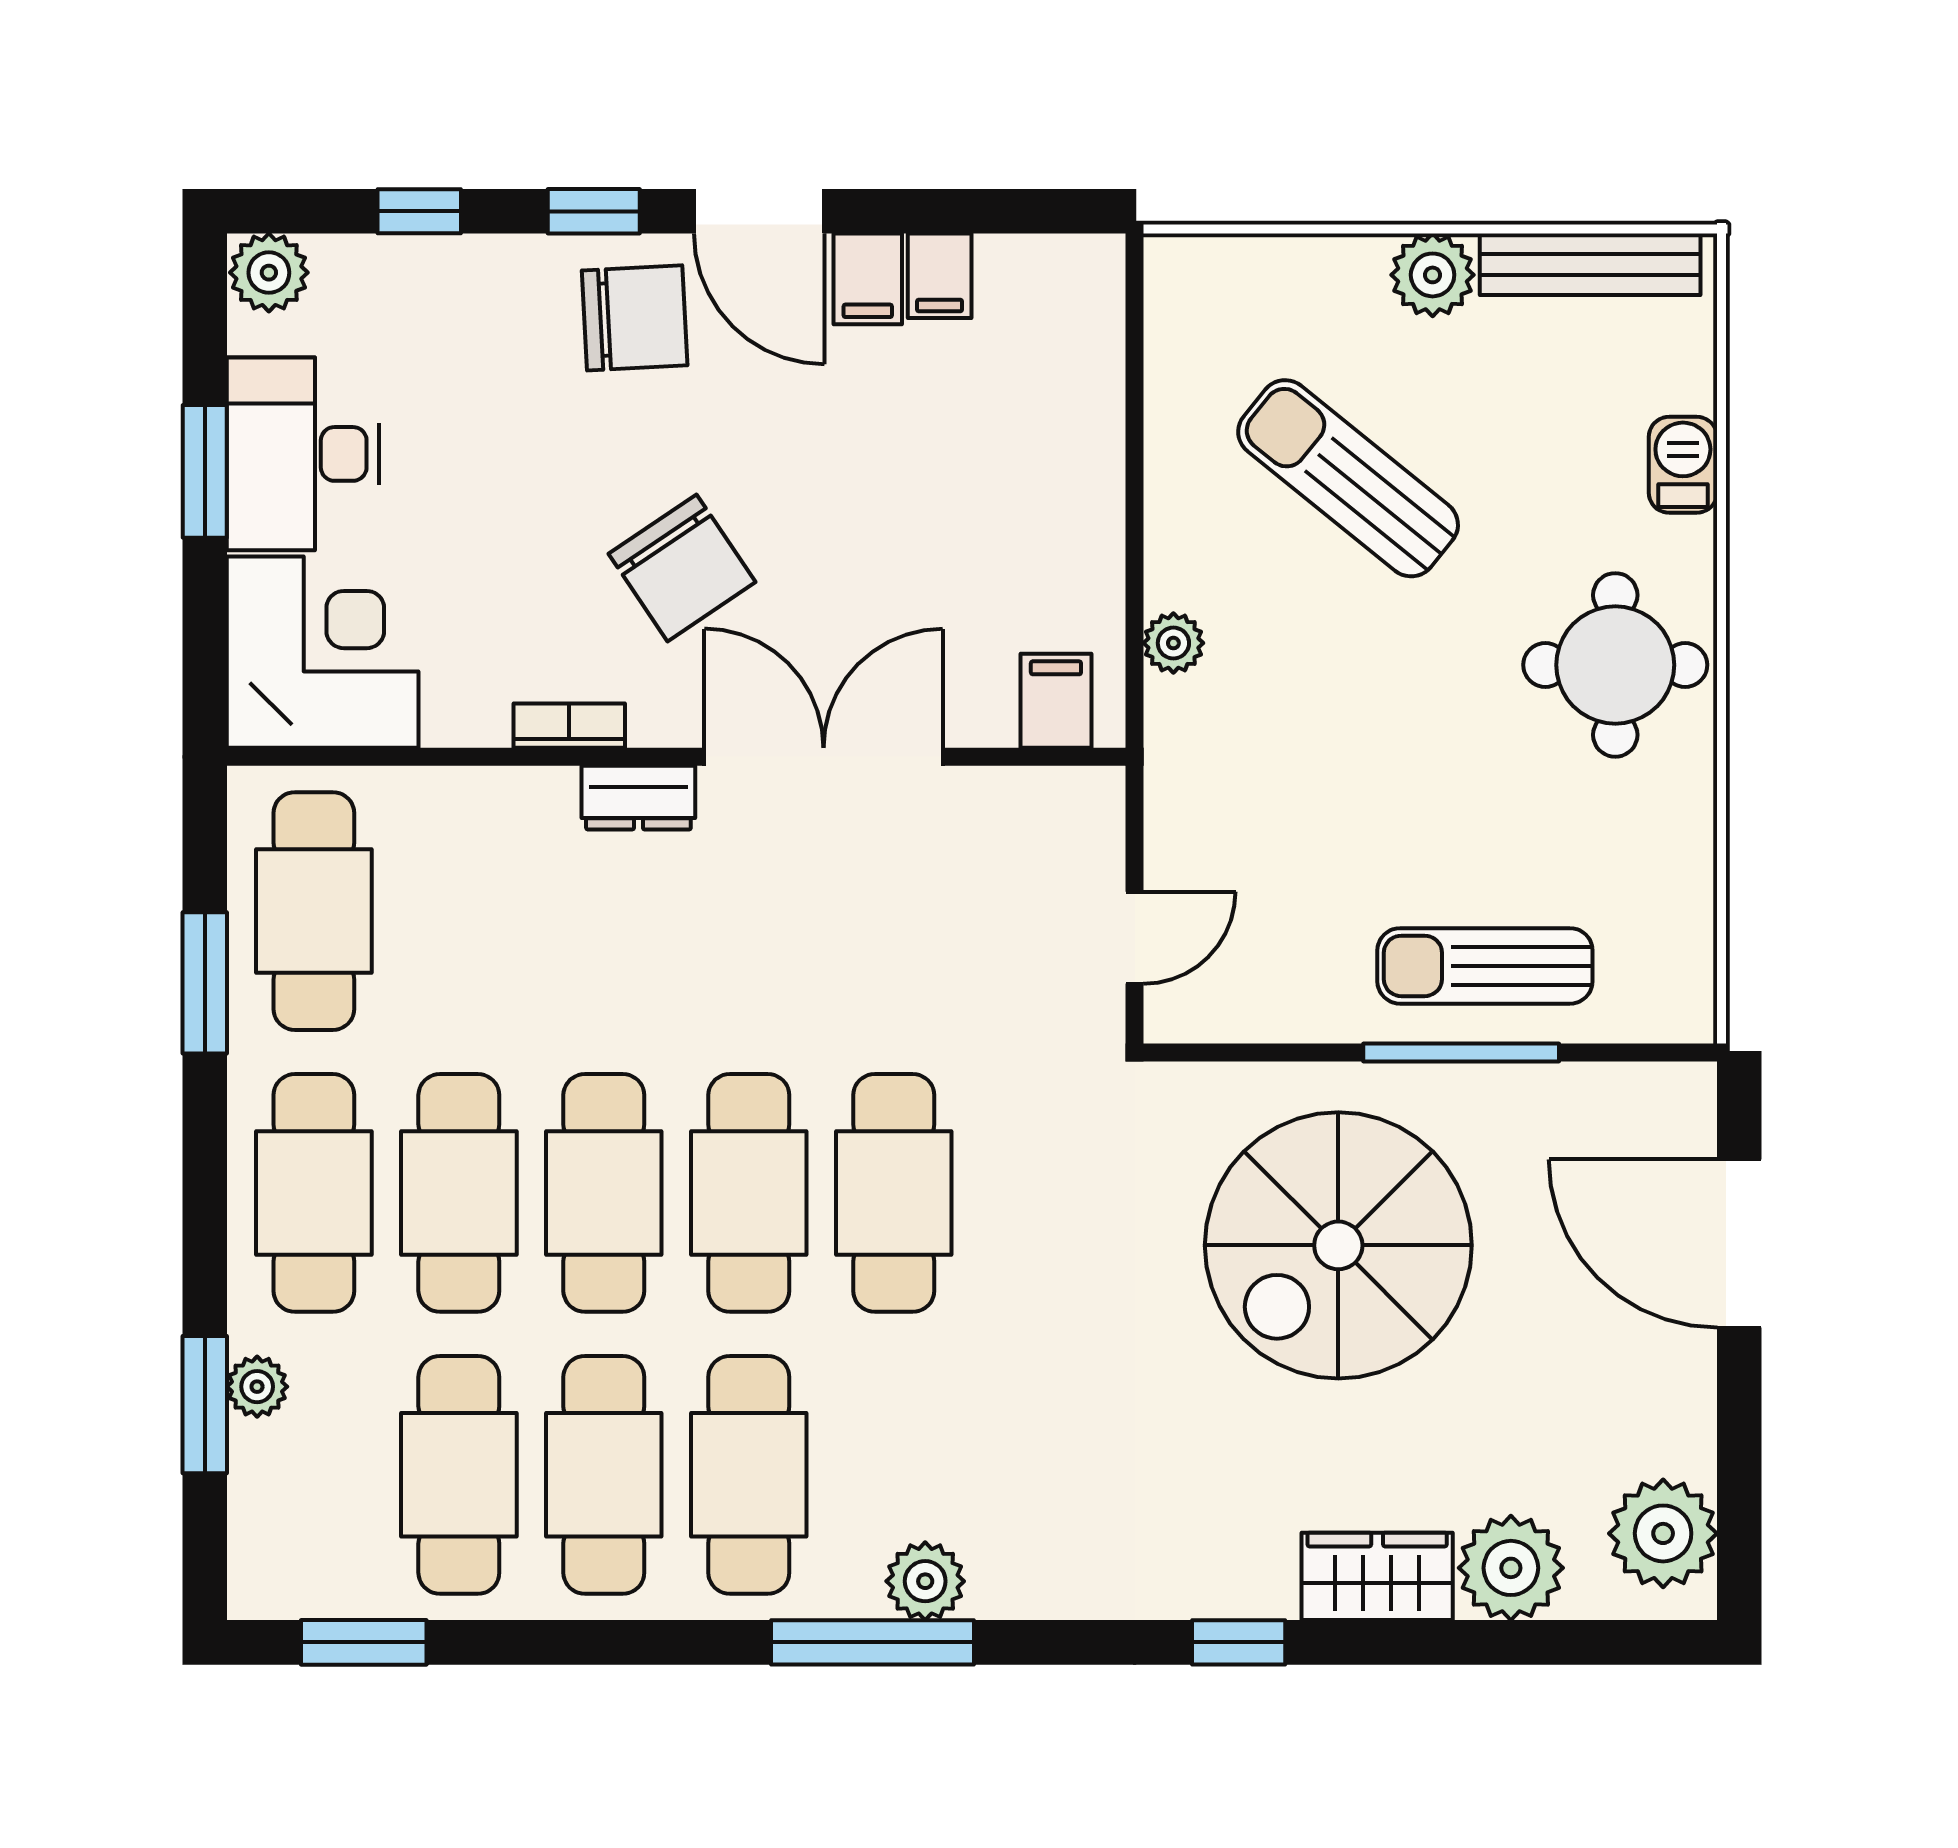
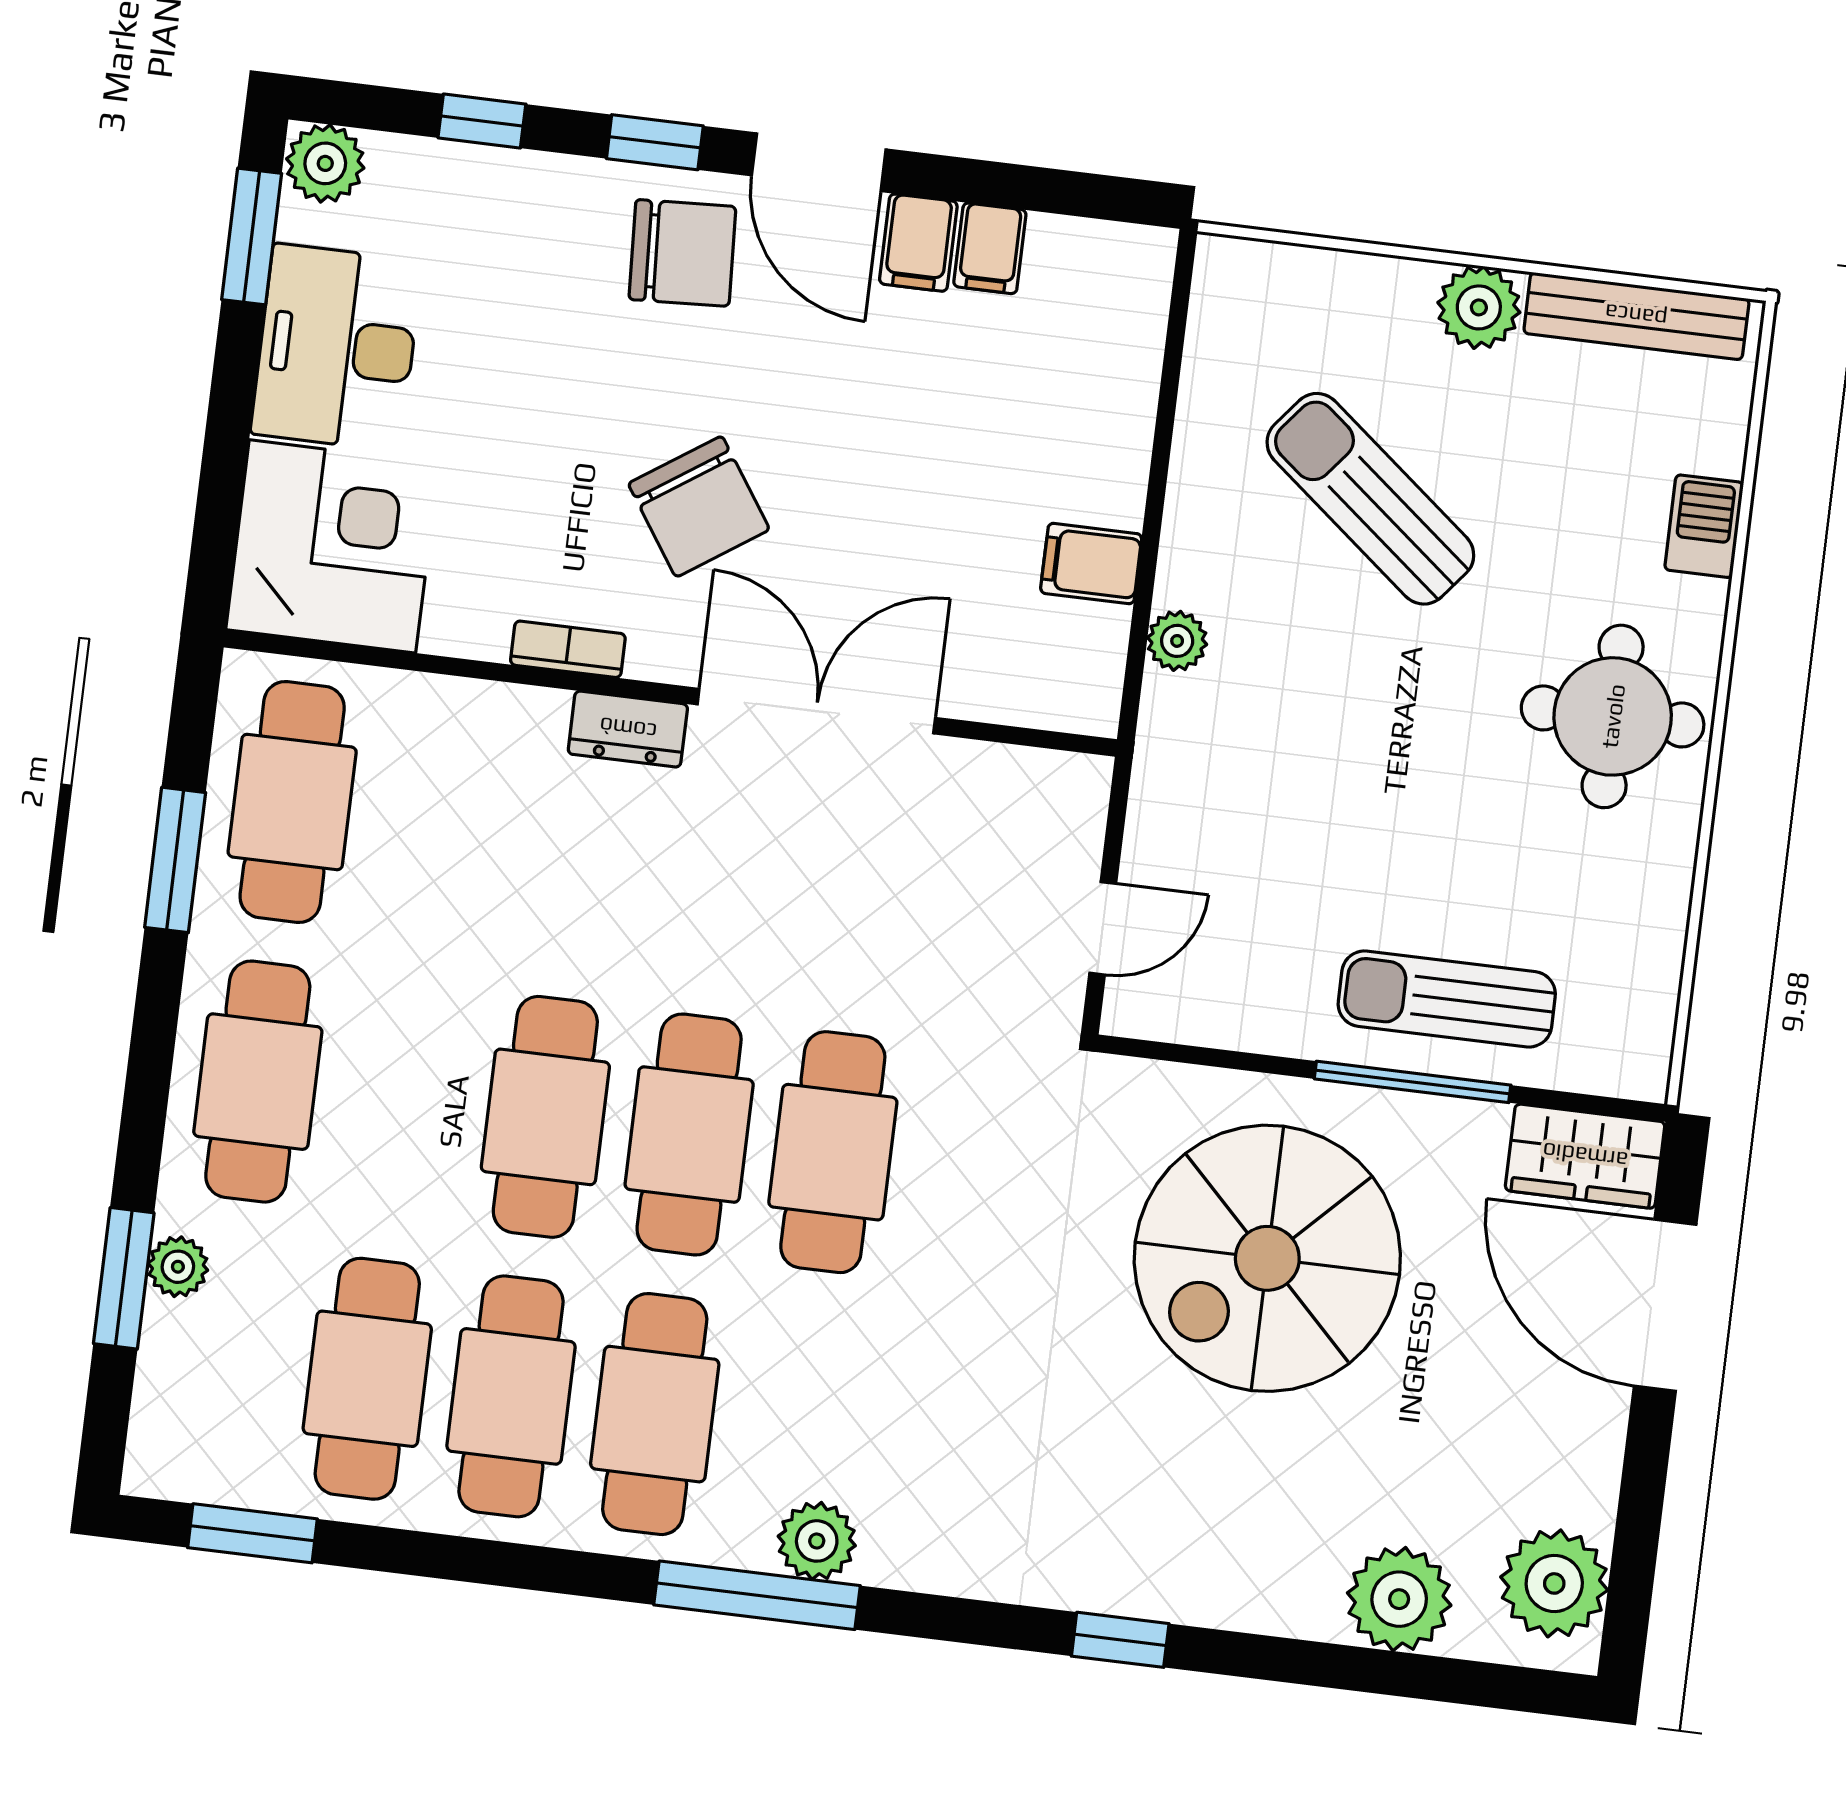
window: (205, 471) -> (252, 237), moved
filing cabinet: (1056, 701) -> (1091, 564), moved, turned -90
cafe table: (459, 1193) -> (402, 1099), removed
wardrobe: (1377, 1576) -> (1585, 1156), moved, turned 180

